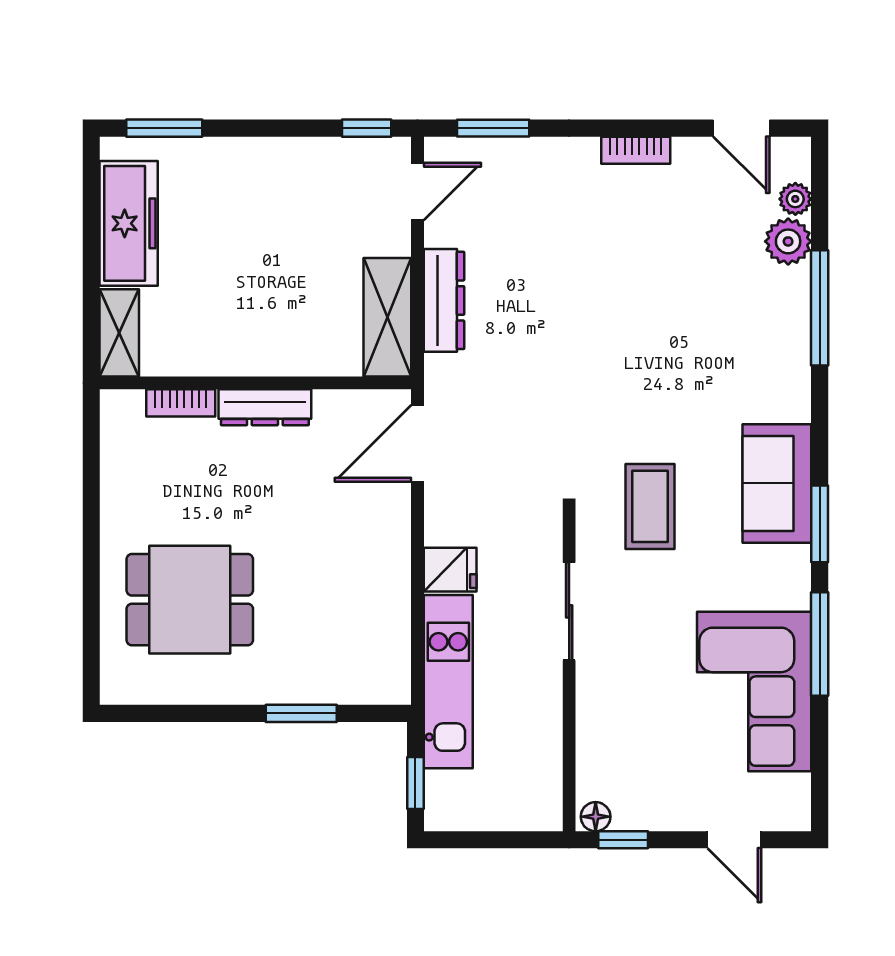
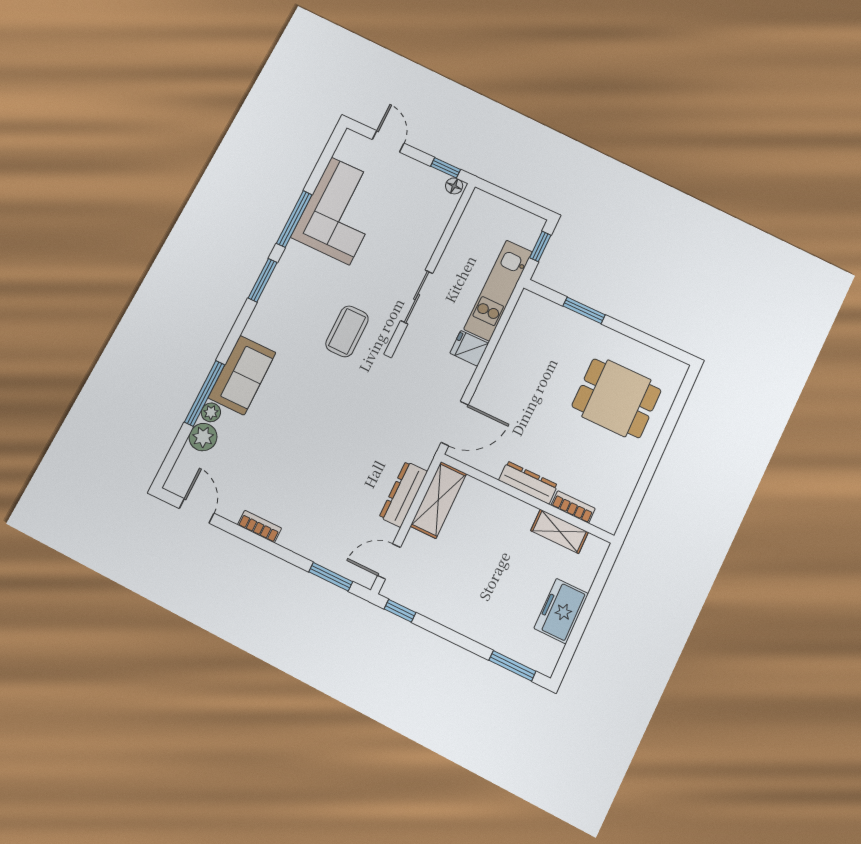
plant: (795, 199) -> (211, 412), moved
freezer: (129, 223) -> (561, 611), width x0.71
shelving: (119, 333) -> (559, 531), moved, turned 90
sofa: (777, 483) -> (242, 375), moved

